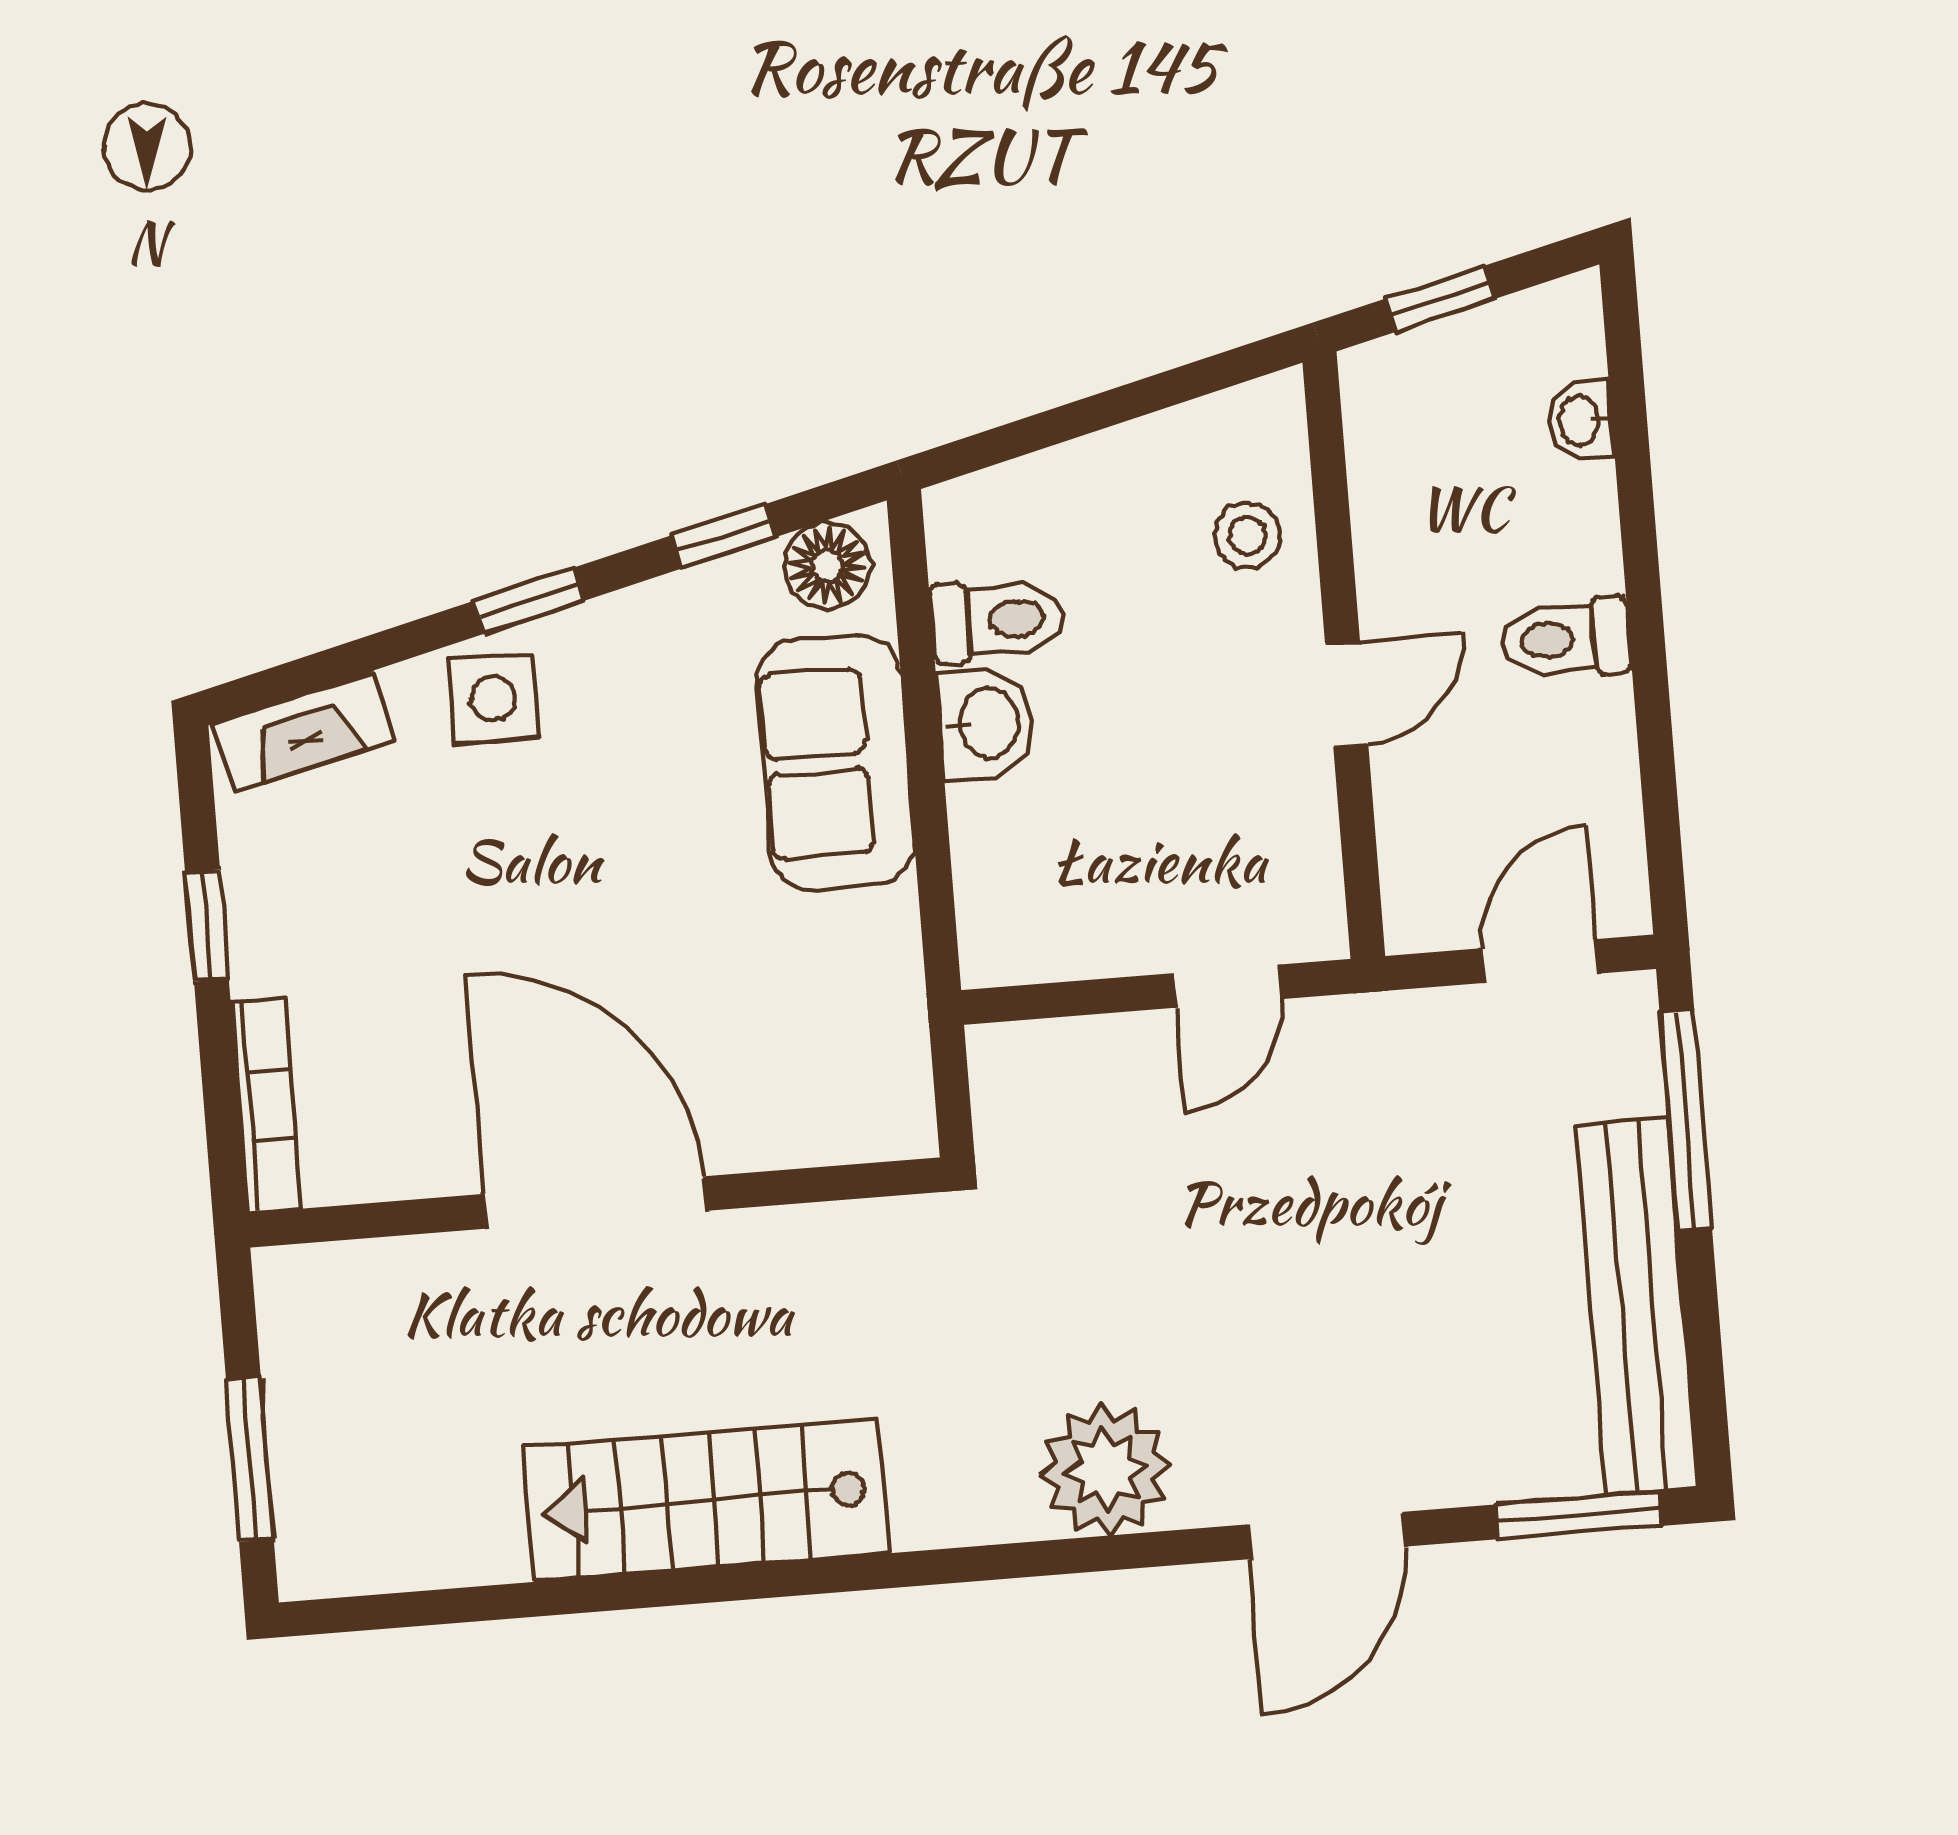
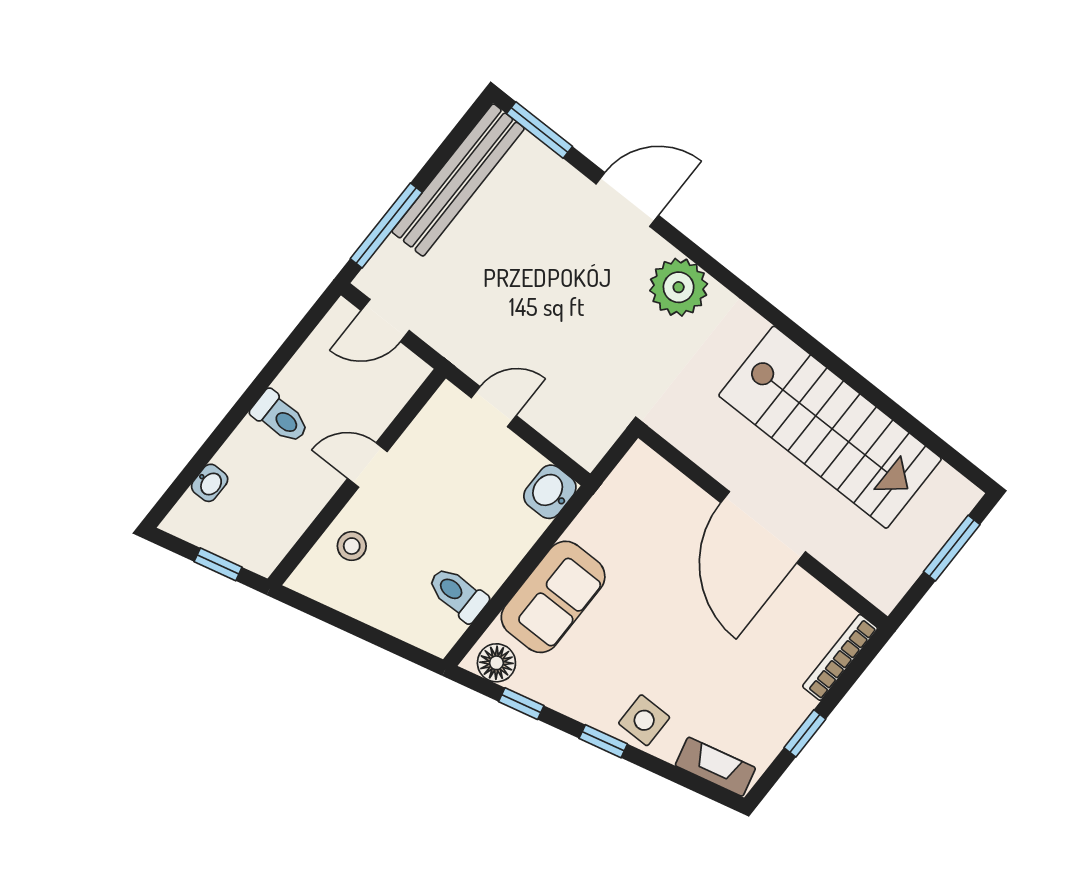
washbasin: (986, 723) -> (550, 492), moved
stairs: (706, 1500) -> (830, 427), width x1.36, depth x1.51

